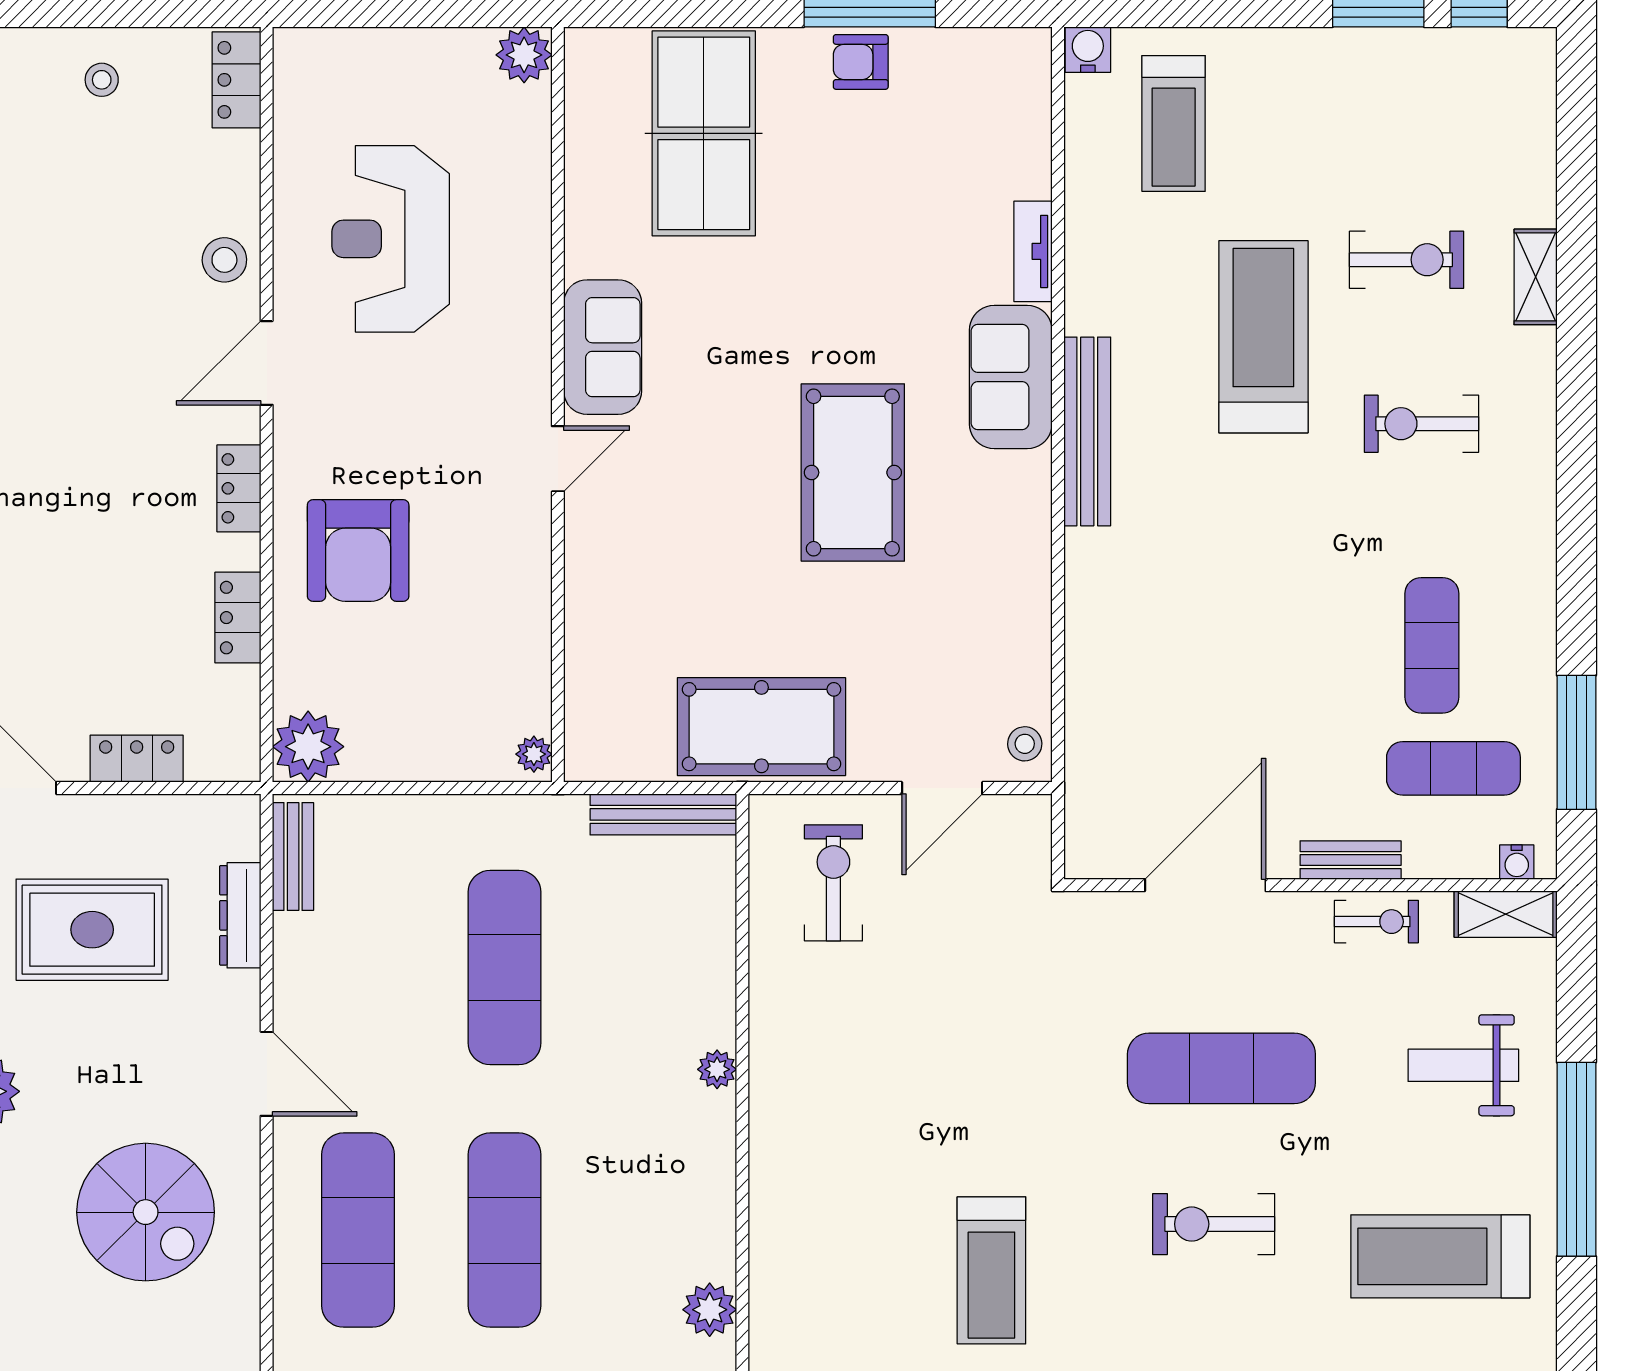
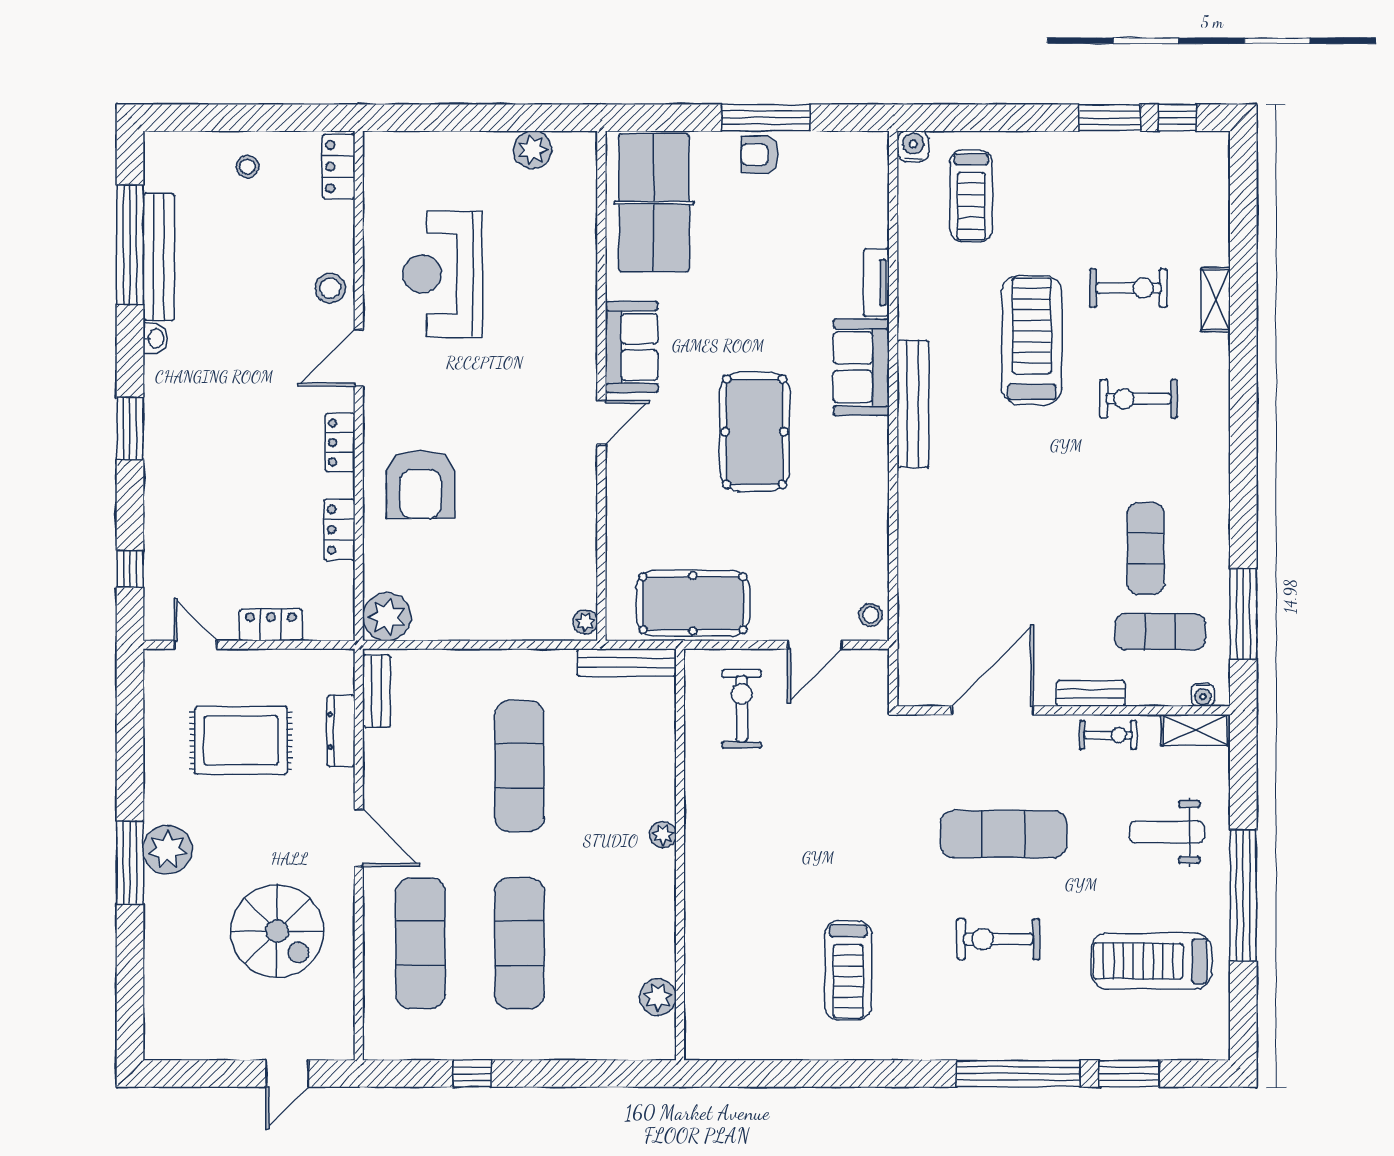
sofa: (603, 347) -> (632, 347), moved
wall: (558, 405) -> (601, 386), moved
door: (558, 459) -> (601, 423), moved
plant: (534, 754) -> (585, 622), moved

